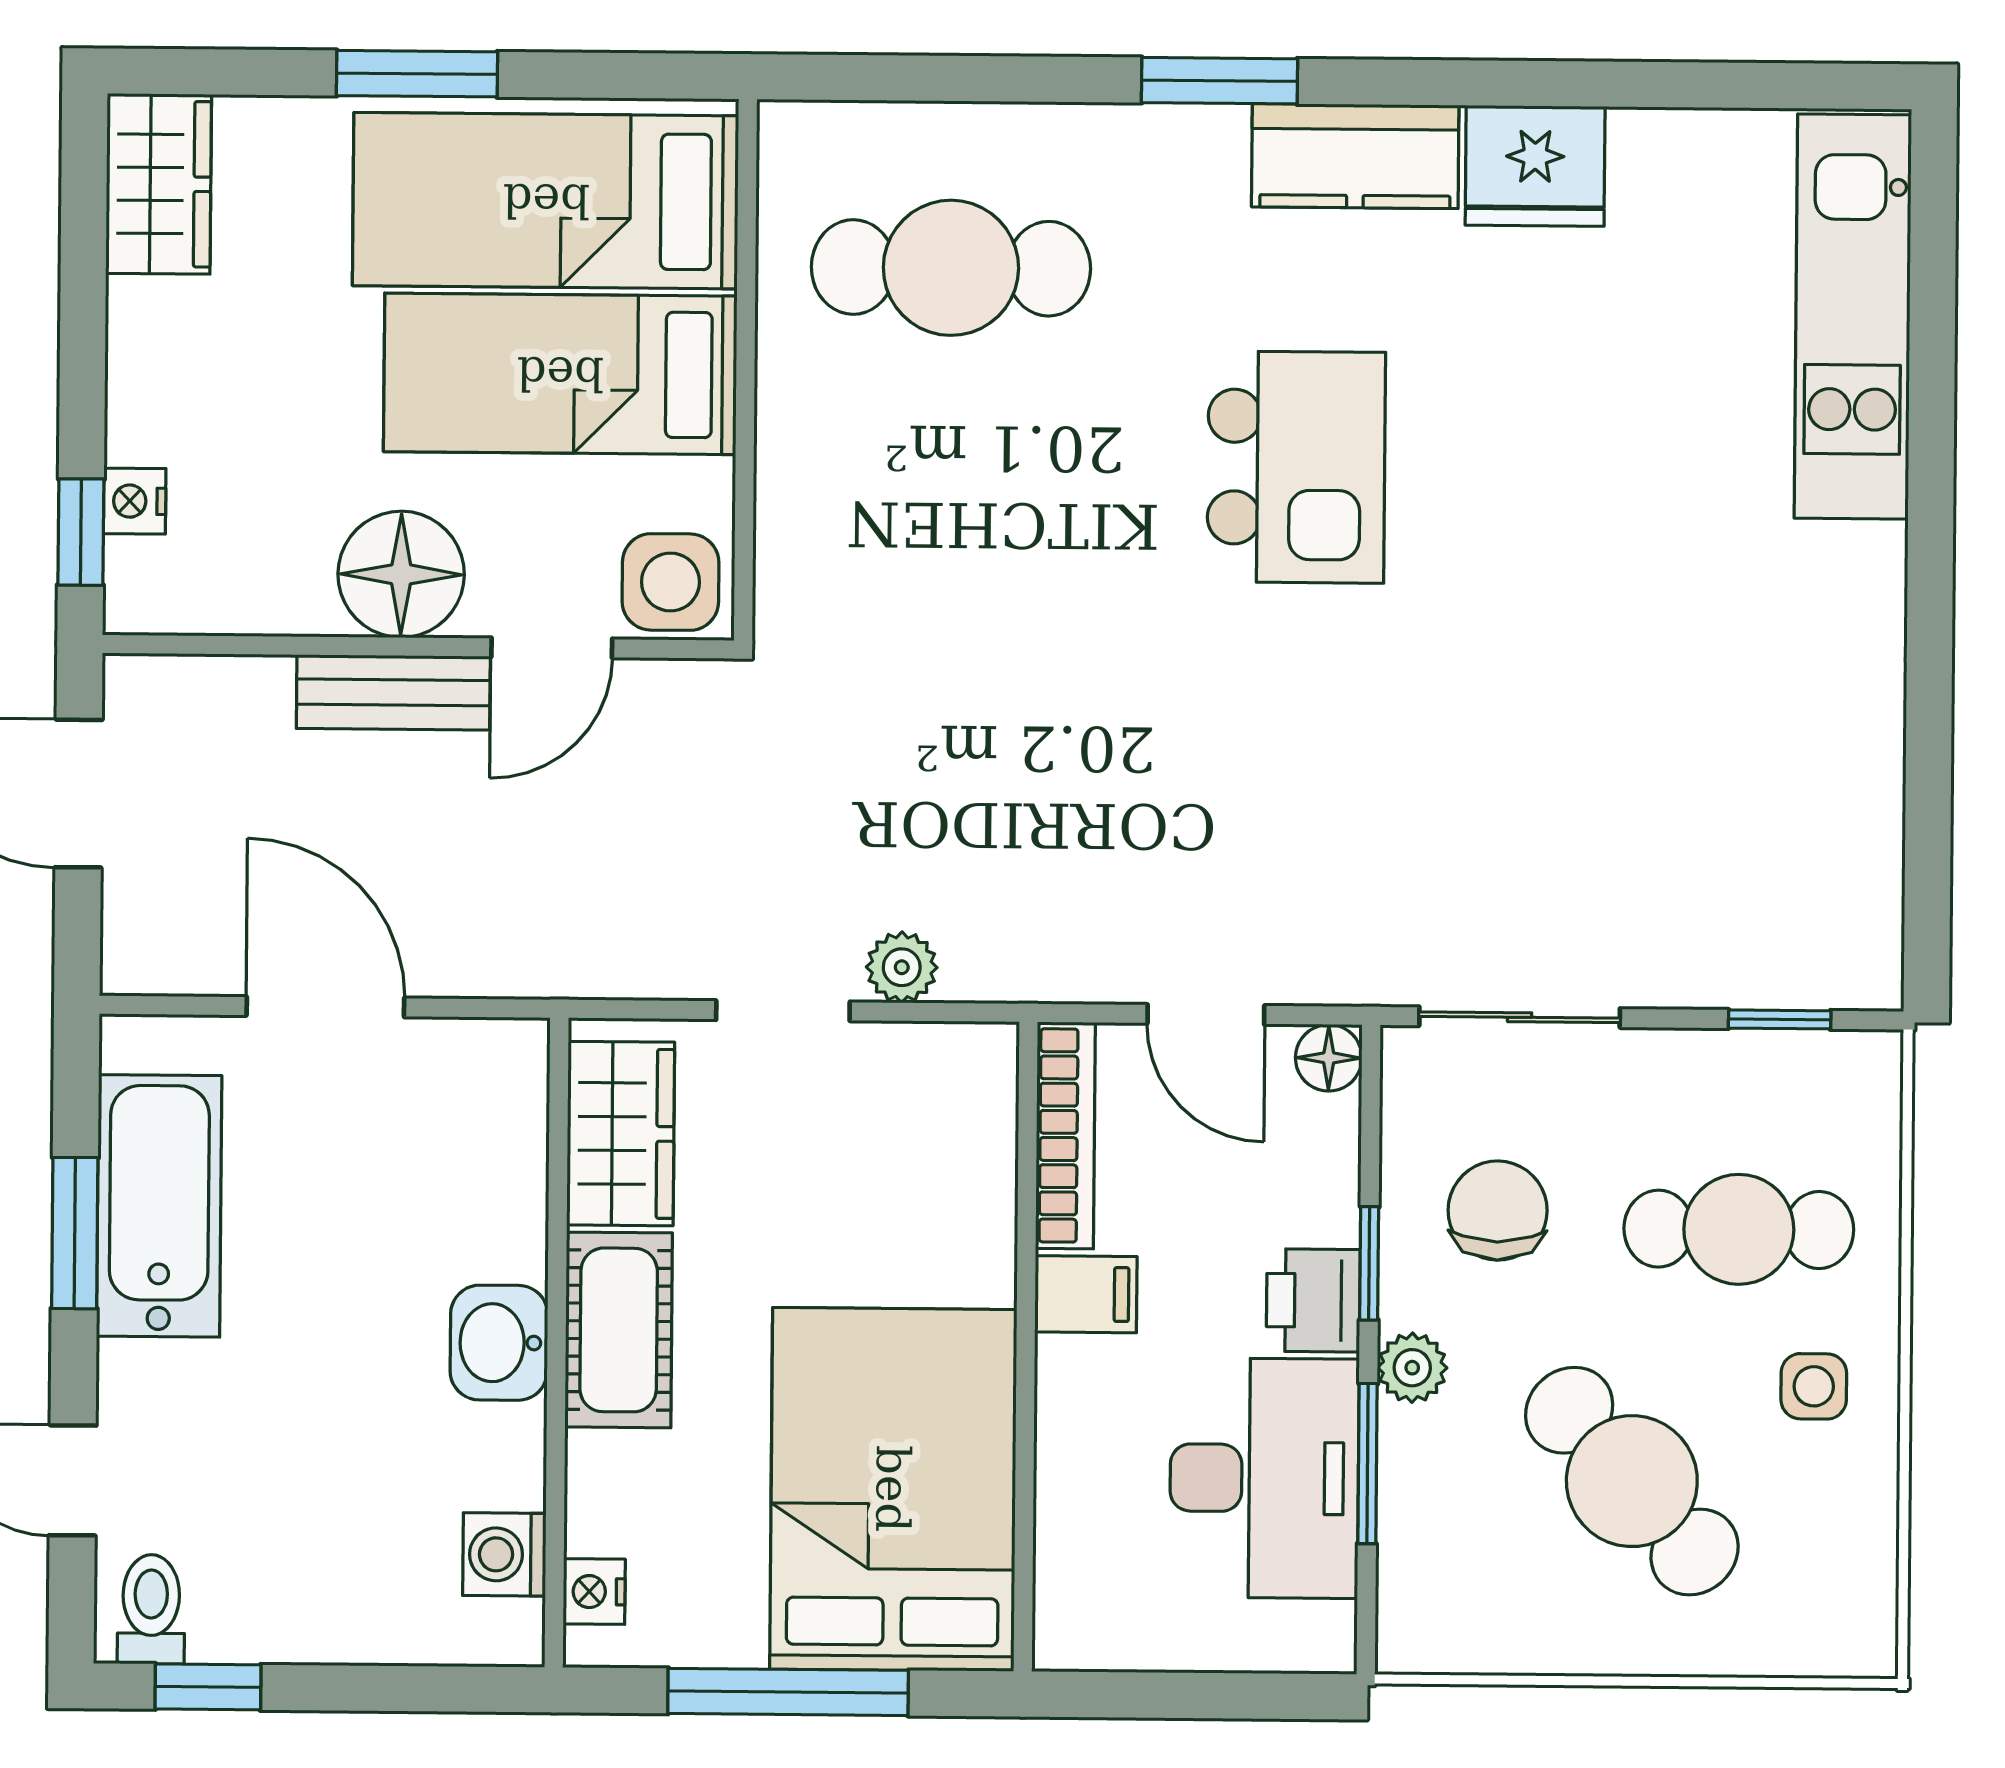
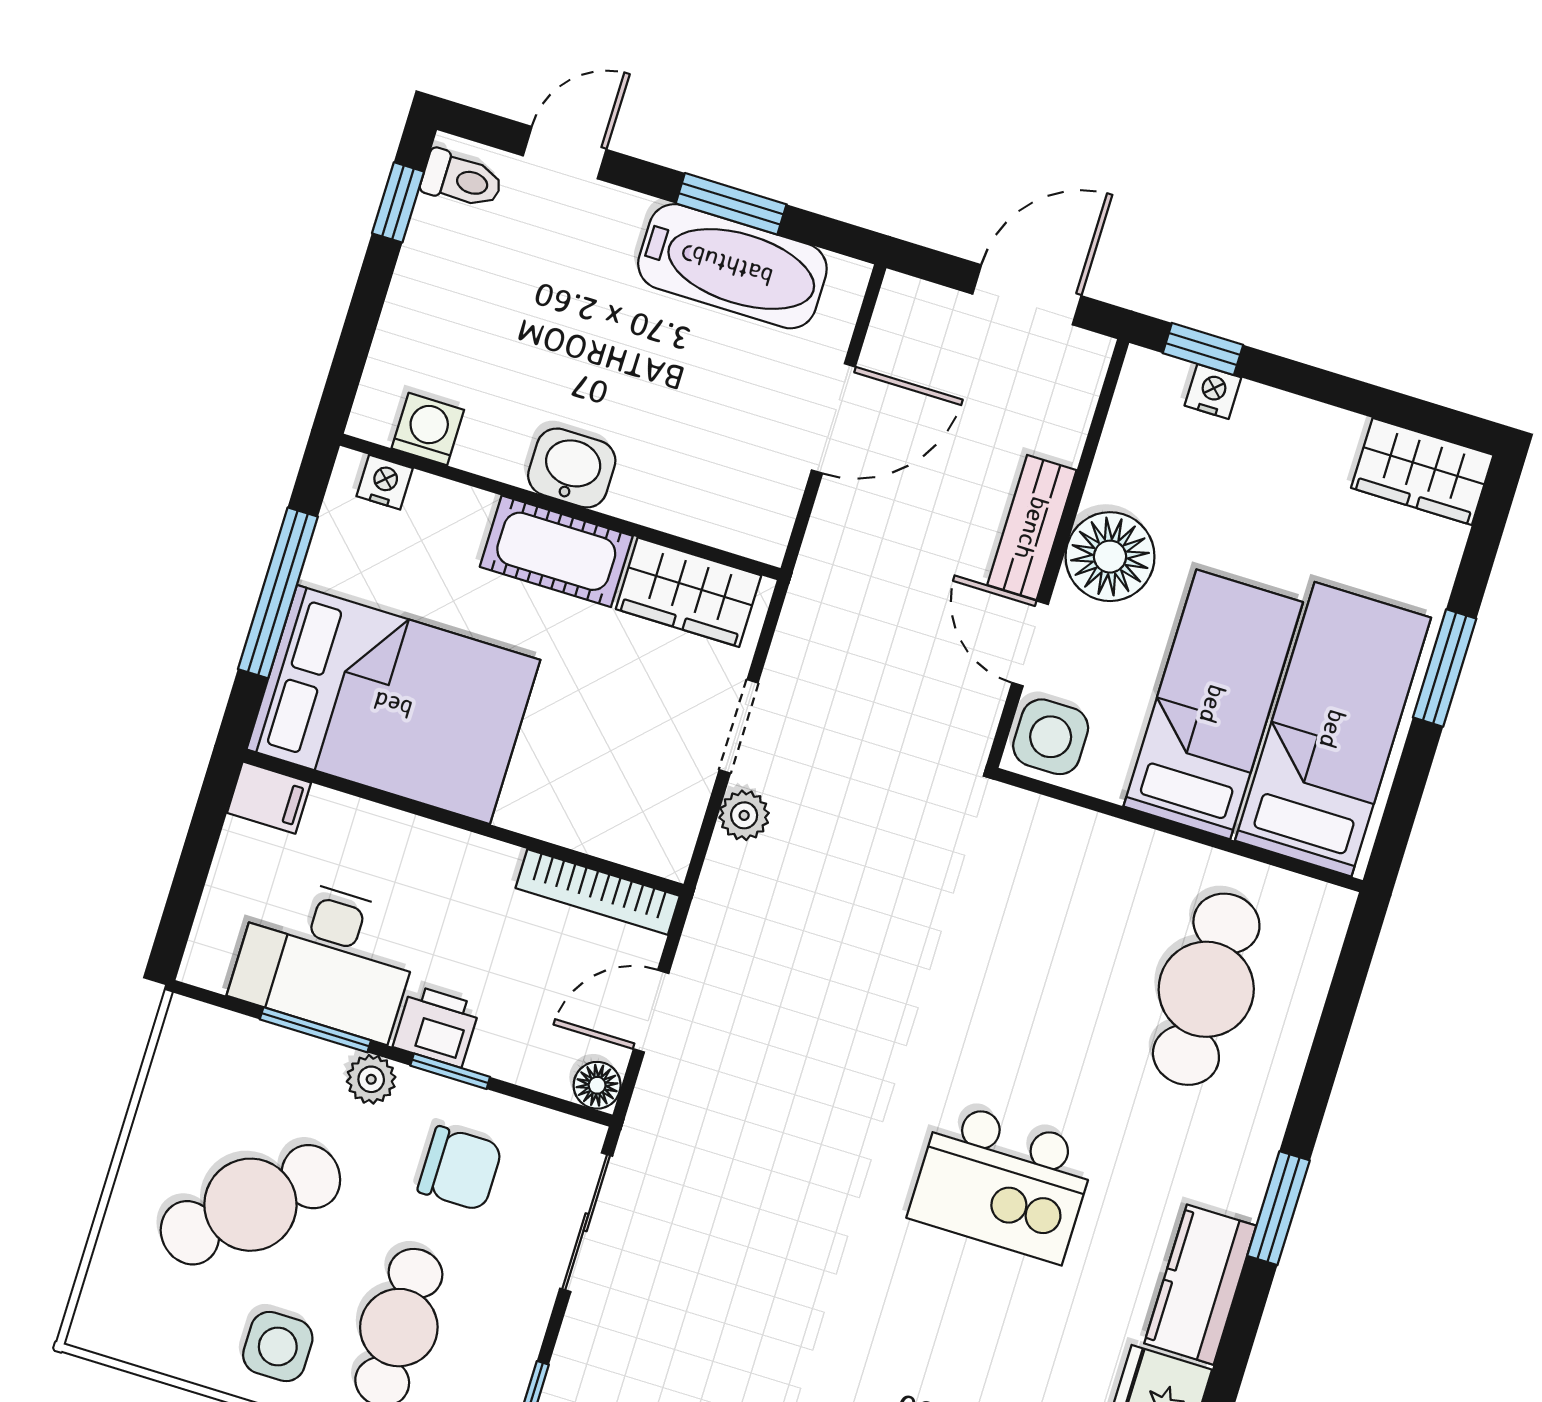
filing cabinet: (1086, 1294) -> (269, 798), moved, turned -90
side table: (1814, 1386) -> (278, 1347), width x1.37, depth x1.37

